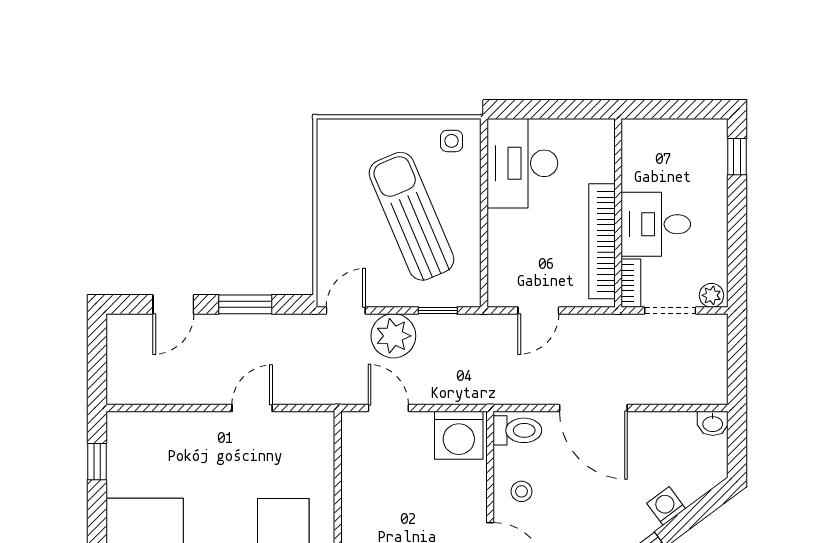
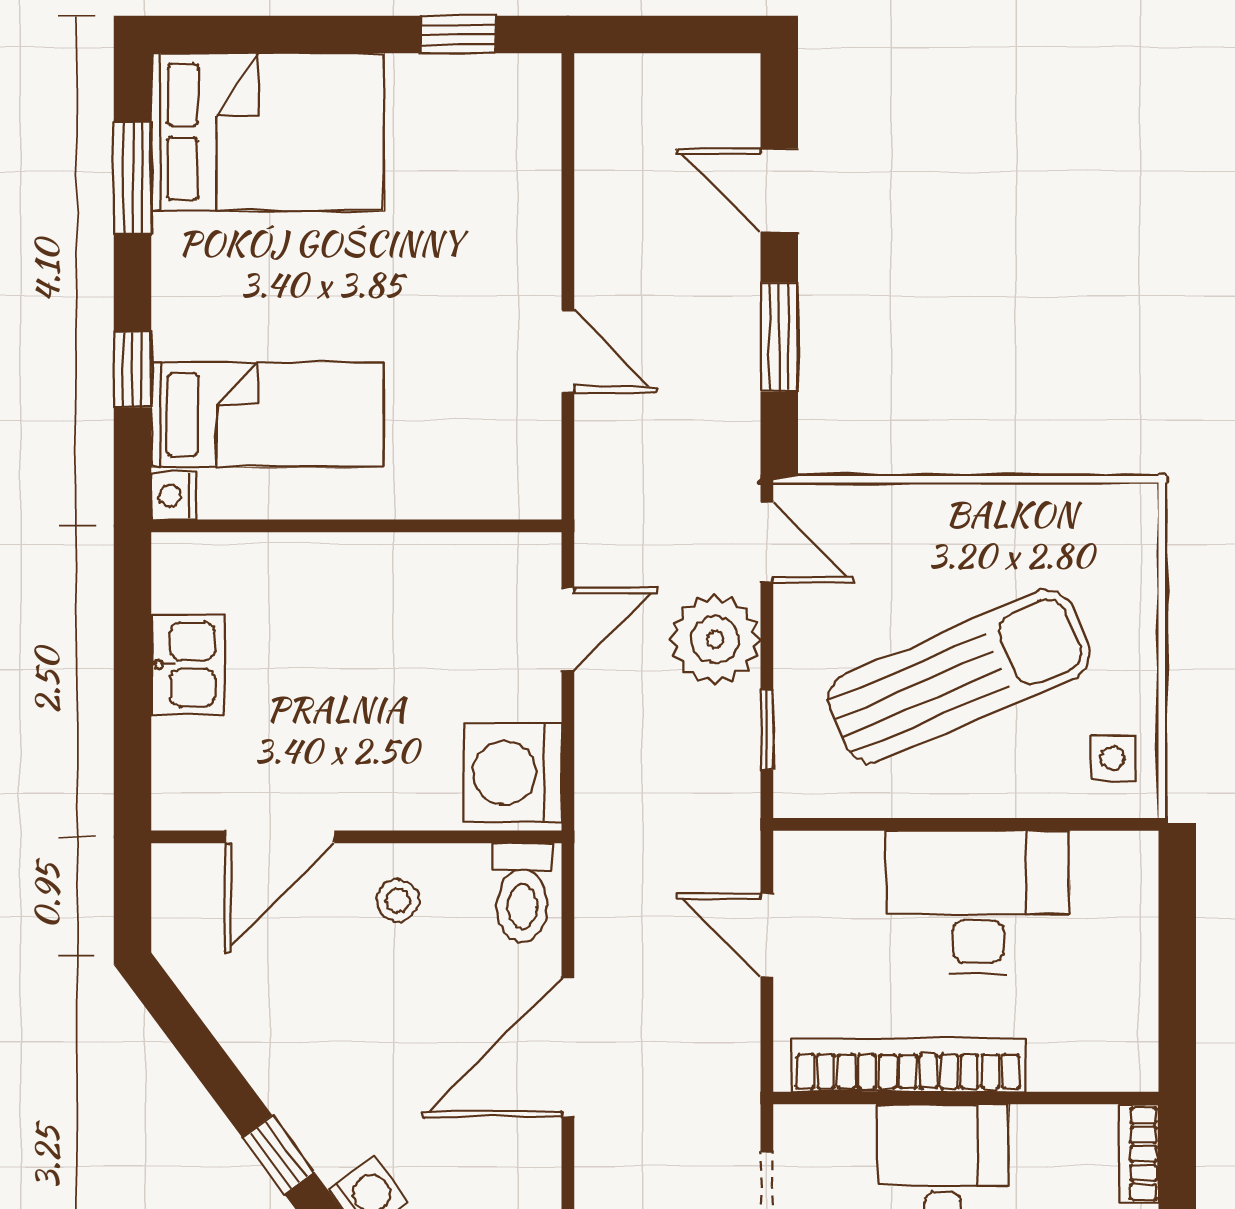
desk: (522, 163) -> (978, 902), moved
bookcase: (631, 283) -> (1139, 1154), moved, turned 90

